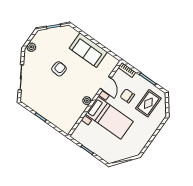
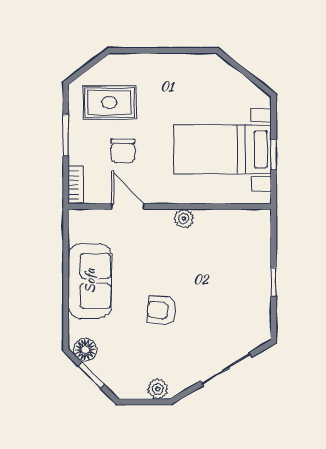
floor lamp: (64, 31) -> (85, 350), added
door: (106, 83) -> (128, 206), hinge flipped
bed with nightstands: (109, 118) -> (223, 149), moved, turned -90

